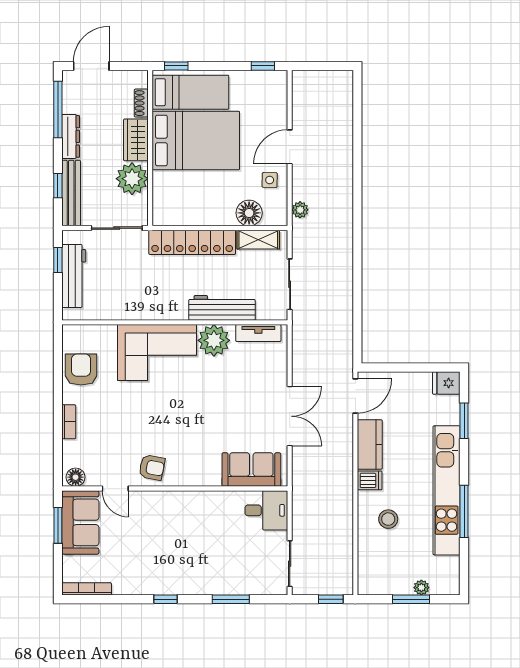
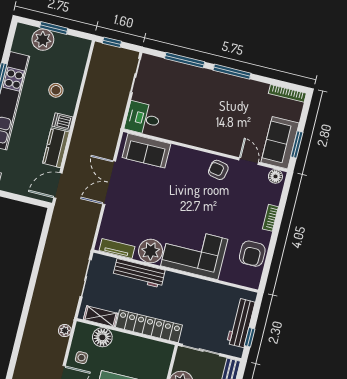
plant: (421, 588) -> (43, 40), width x1.87, depth x1.87
window: (165, 599) -> (232, 72), width x2.17
window: (231, 599) -> (185, 60), width x1.44

